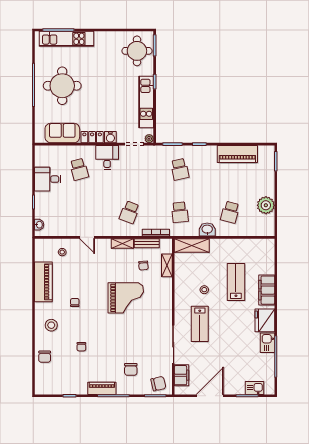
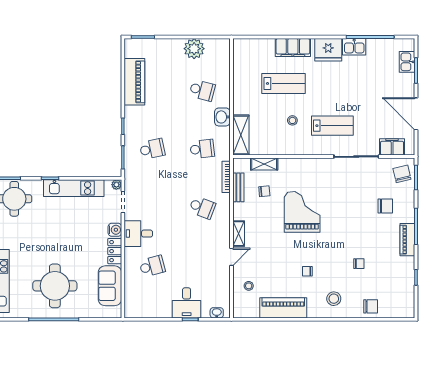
desk: (48, 179) -> (187, 303), moved
shelving: (122, 243) -> (239, 234), moved
lab bench: (236, 282) -> (283, 83), turned 180

